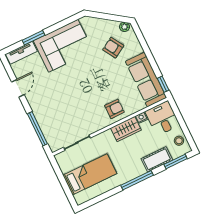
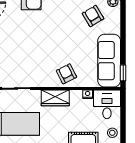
armchair: (114, 109) -> (66, 74), turned -117
wardrobe: (126, 129) -> (55, 98), moved

